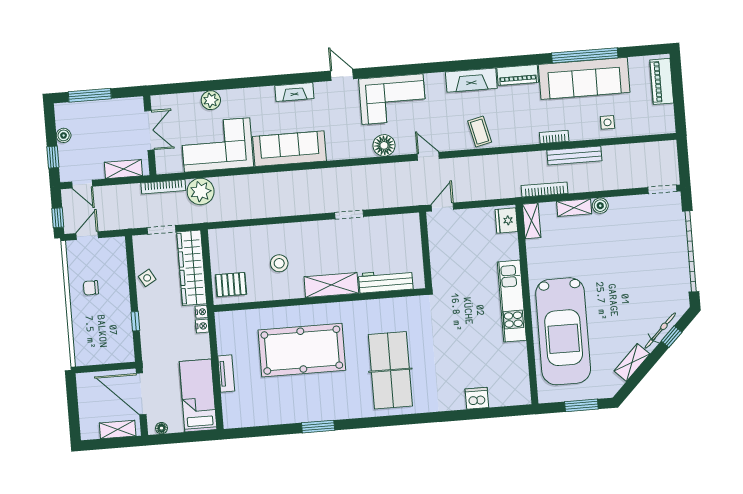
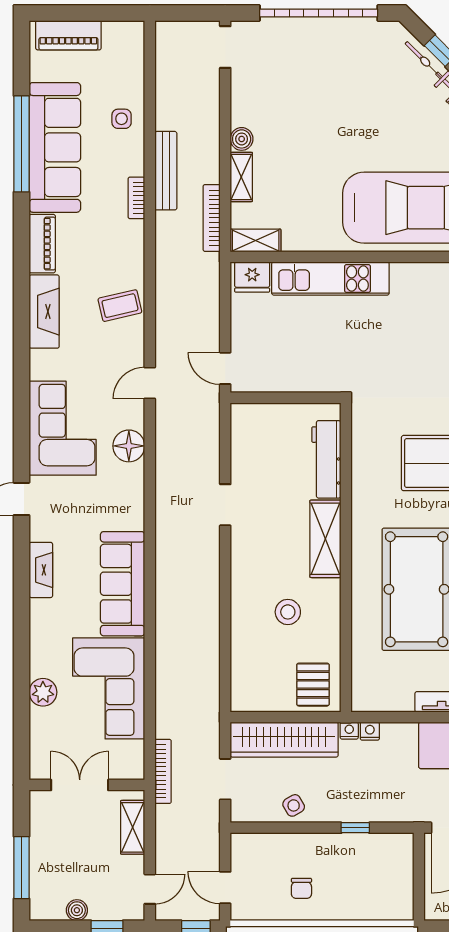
plant: (201, 191) -> (174, 718), removed
kitchen unit: (512, 301) -> (330, 279), moved

